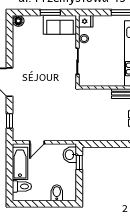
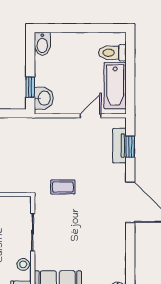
coffee table: (56, 93) -> (63, 187), added
tv unit: (17, 122) -> (119, 146), added
bidet: (57, 193) -> (42, 44), moved

